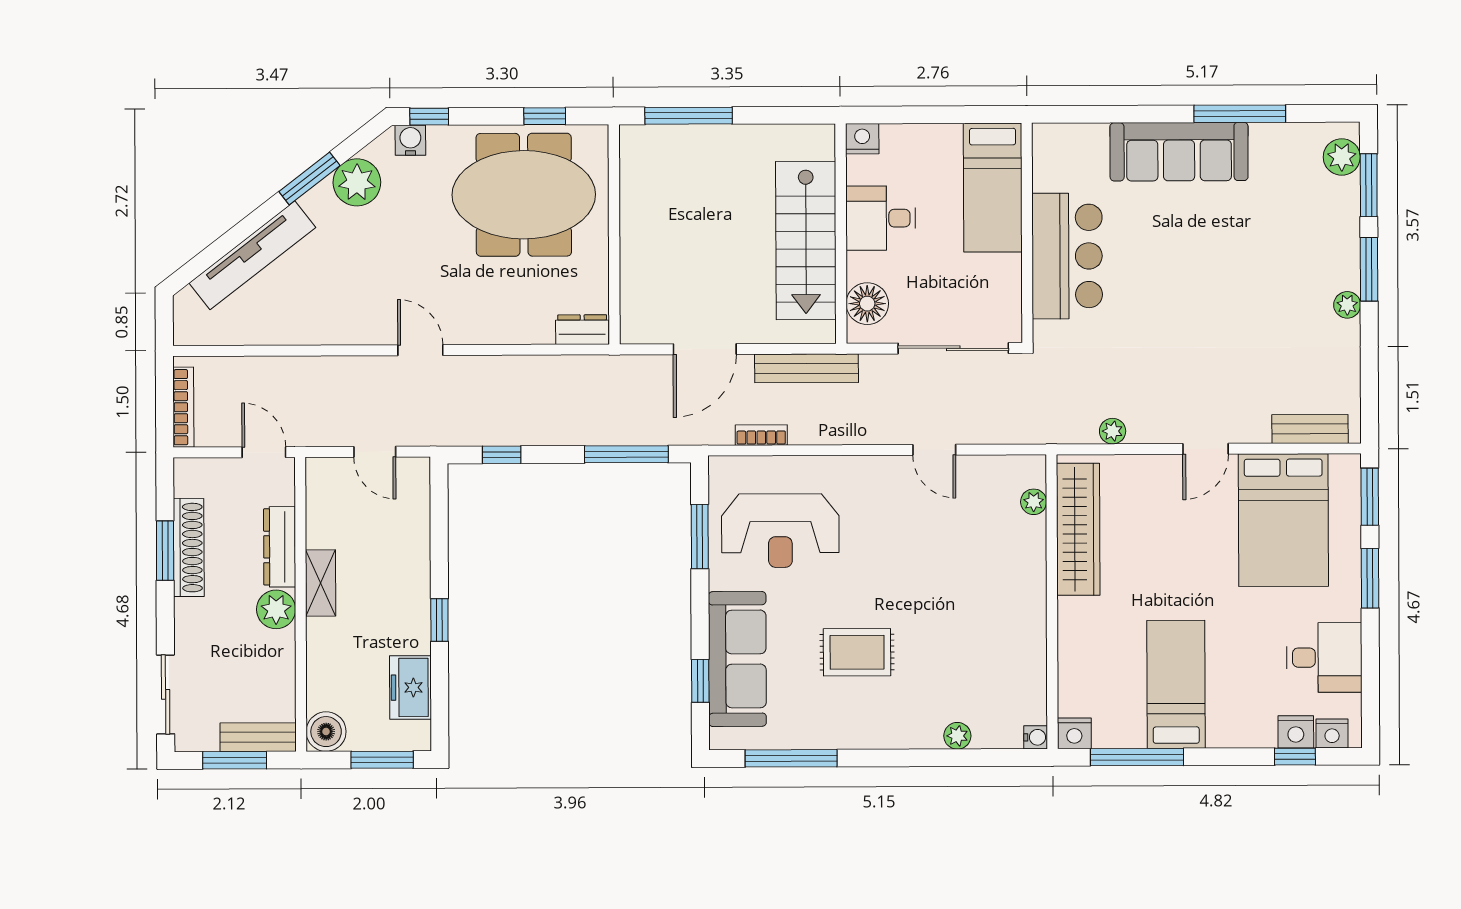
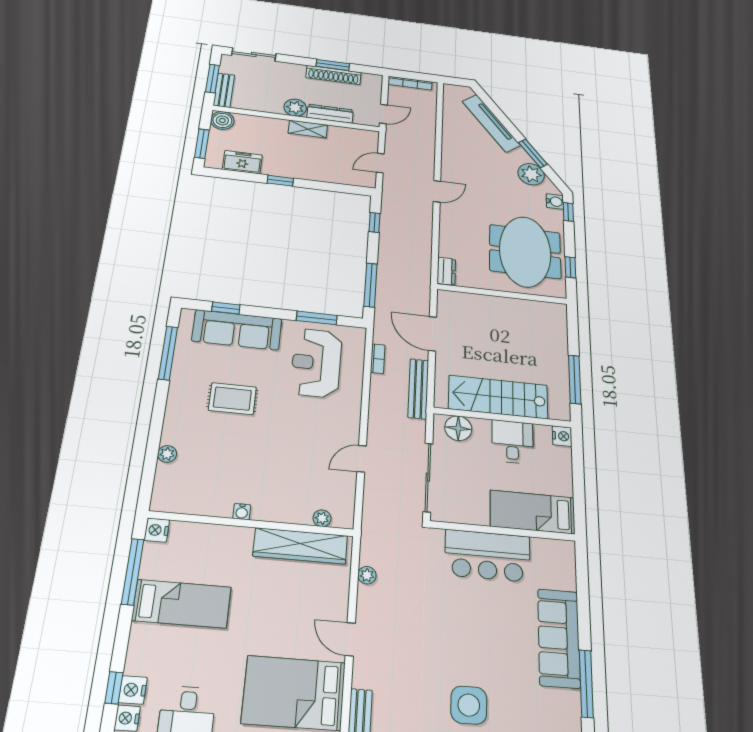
window: (689, 116) -> (575, 379), moved
side table: (1282, 281) -> (469, 705), added
rug: (857, 652) -> (232, 399), turned 90
water cooler: (1036, 737) -> (242, 512), moved

